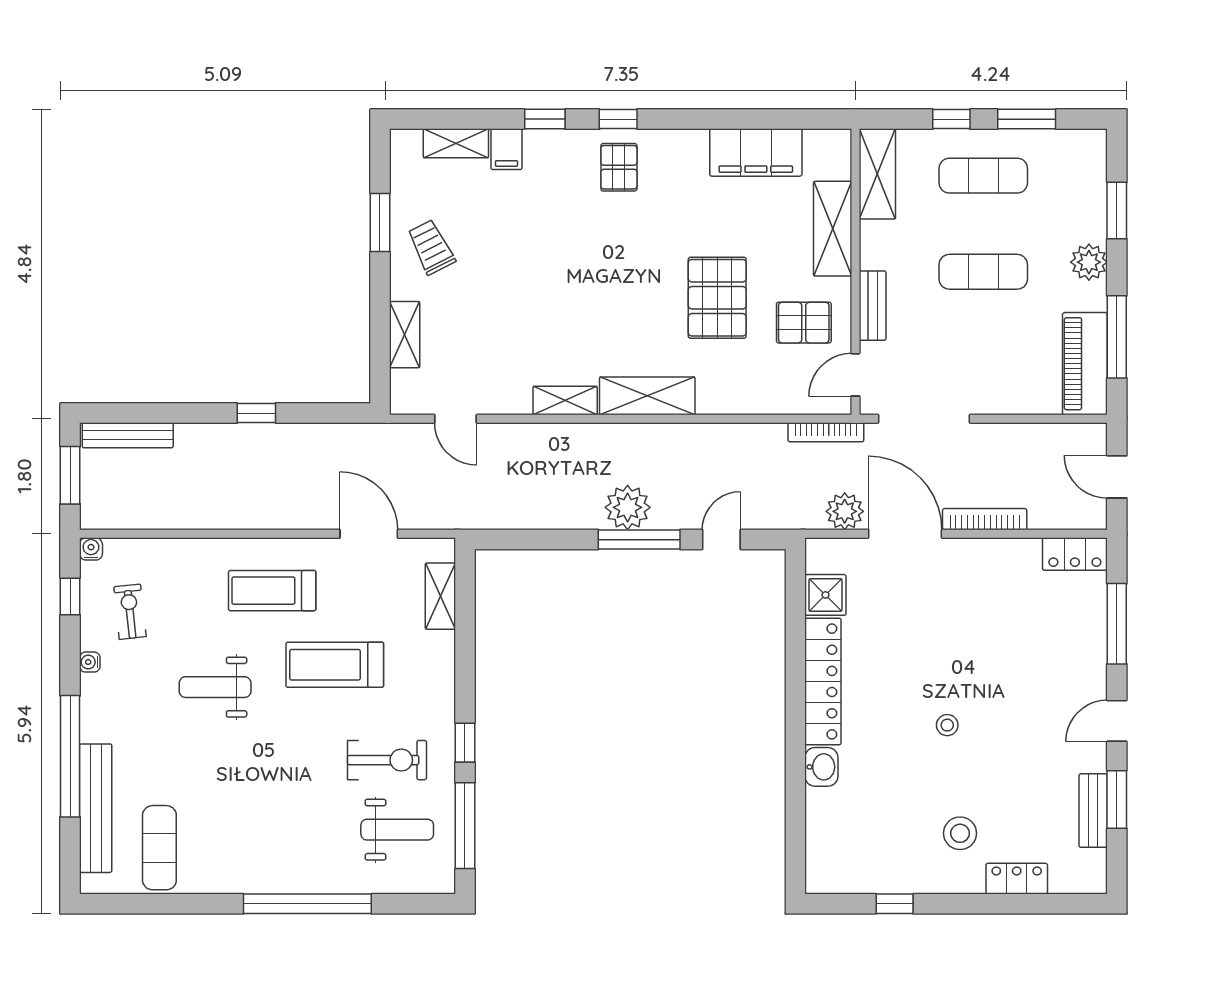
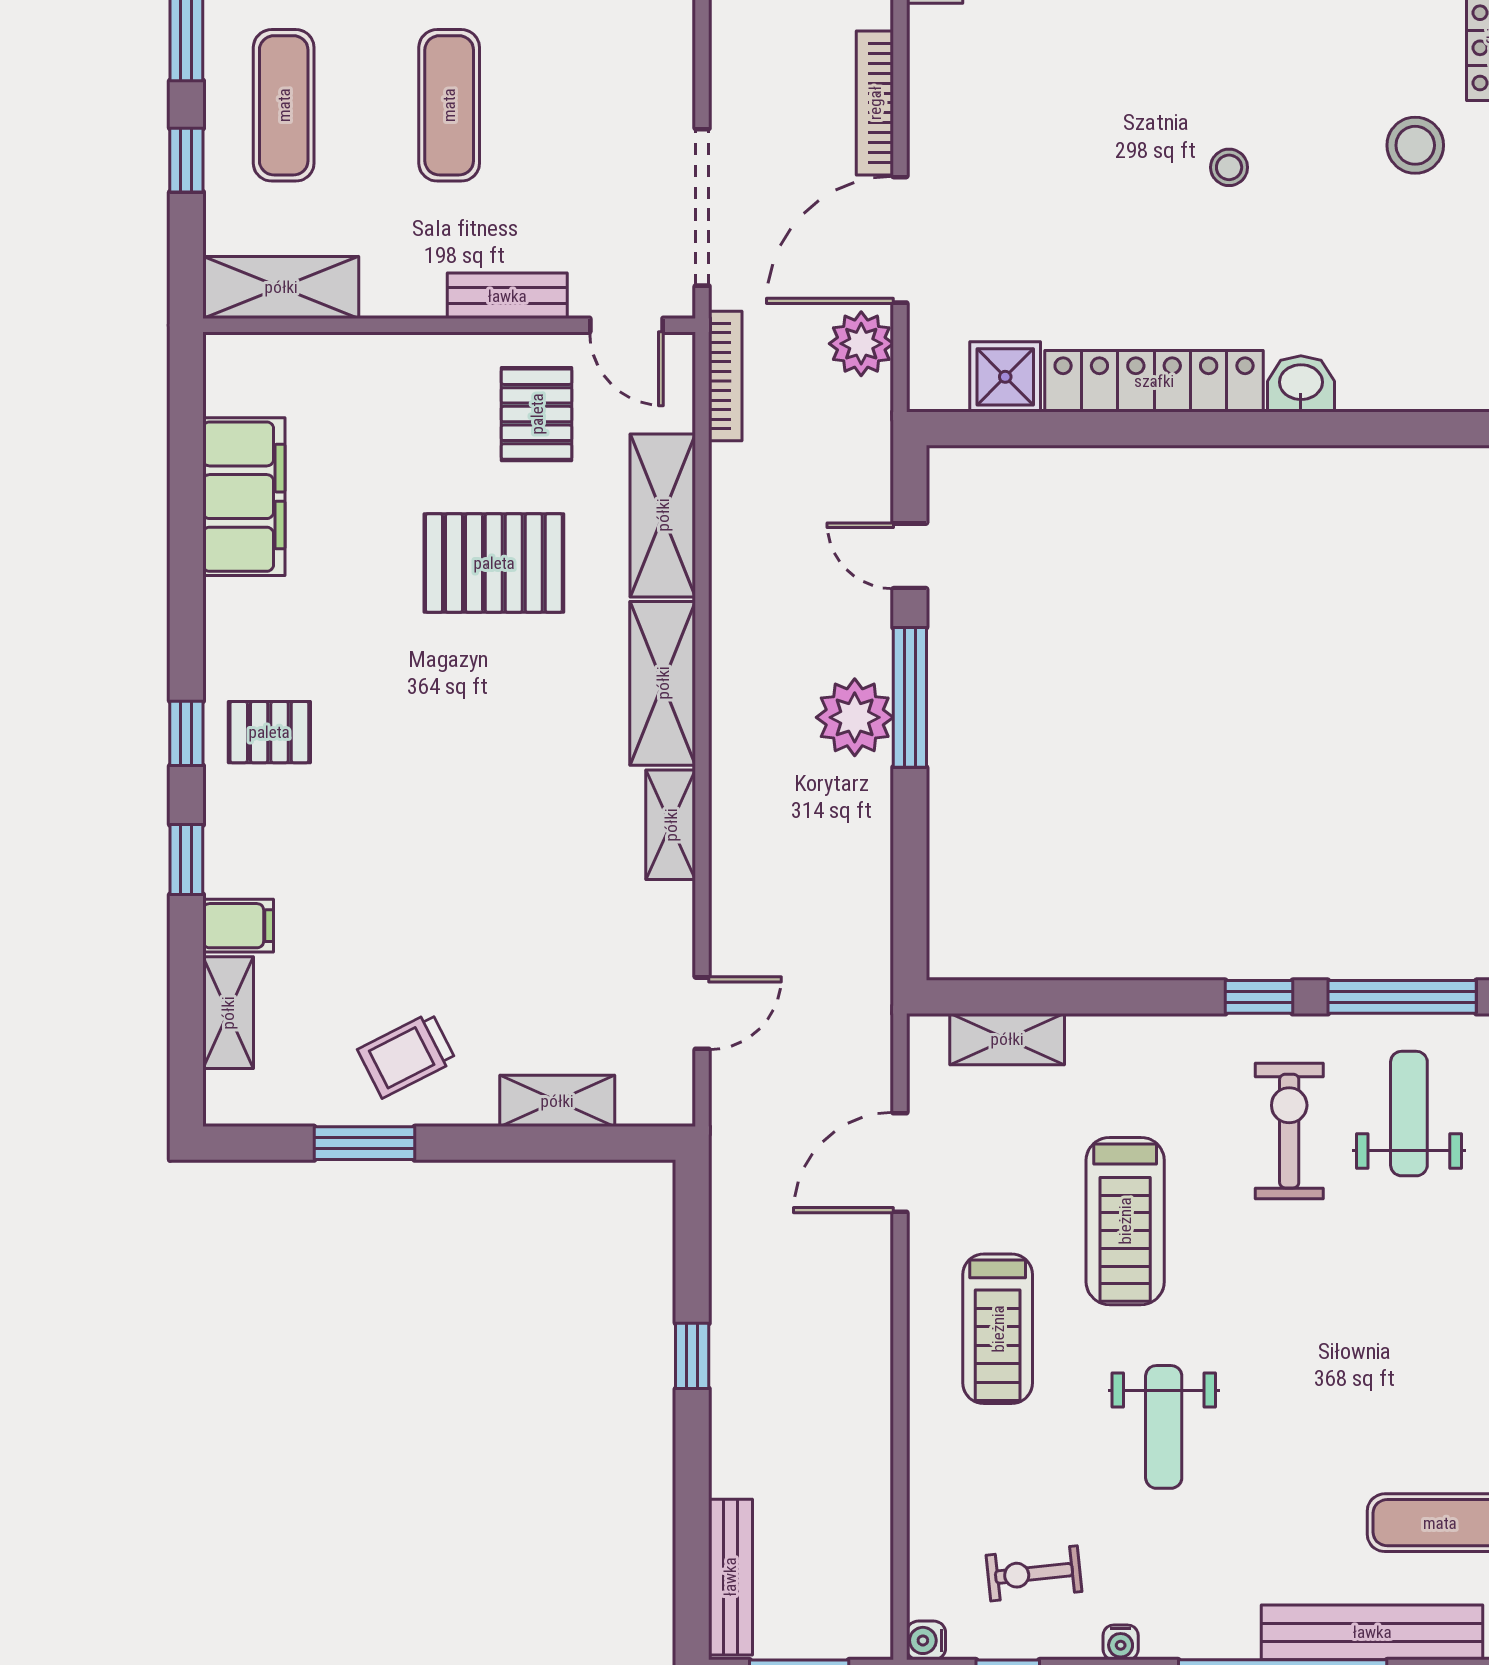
shelving: (833, 229) -> (663, 515), moved, turned 90

